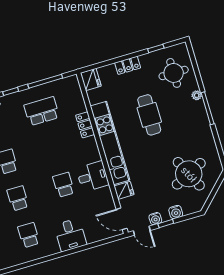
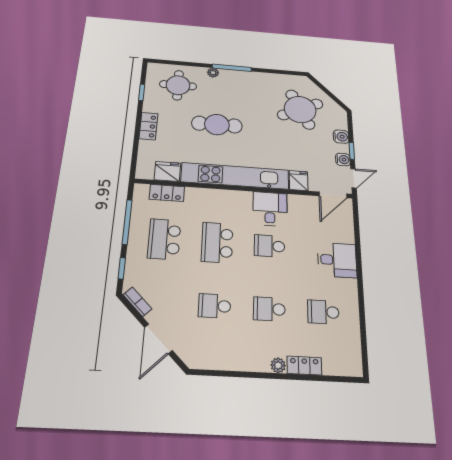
fridge: (91, 79) -> (168, 171), moved
locker: (85, 125) -> (167, 193), moved
school desk: (53, 148) -> (217, 243), added

